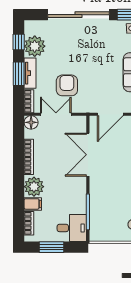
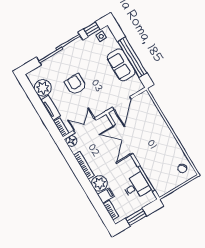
window: (19, 42) -> (30, 91), removed
window: (19, 74) -> (43, 113), removed
armchair: (67, 85) -> (76, 84), moved
desk: (72, 228) -> (136, 186), moved

